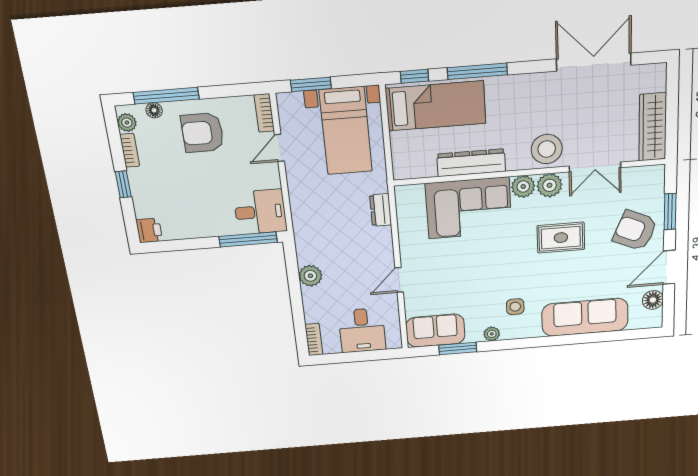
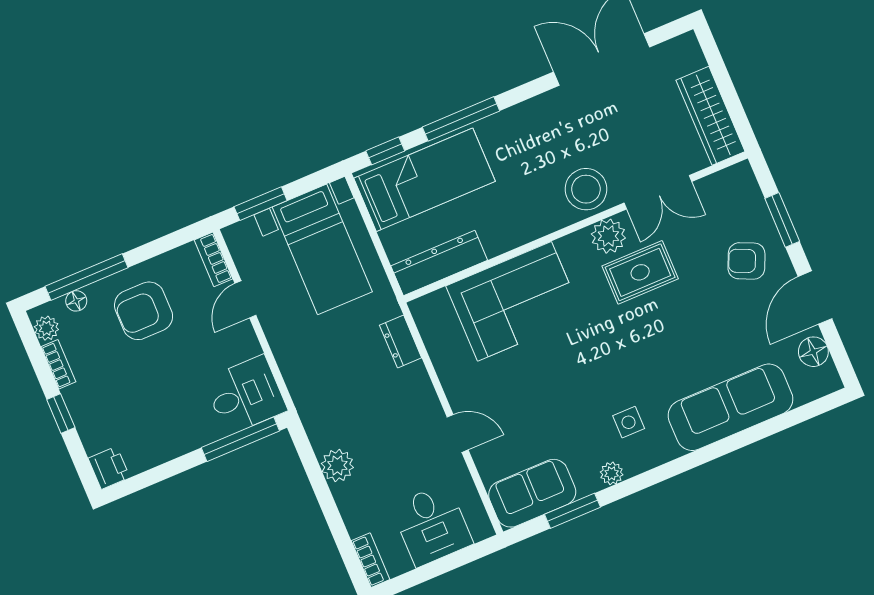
dresser: (471, 163) -> (439, 263), moved
plant: (523, 187) -> (575, 249), removed
armchair: (635, 230) -> (746, 261), width x0.72, depth x0.72
rug: (561, 238) -> (640, 272), moved
door: (399, 280) -> (458, 433), swing flipped

